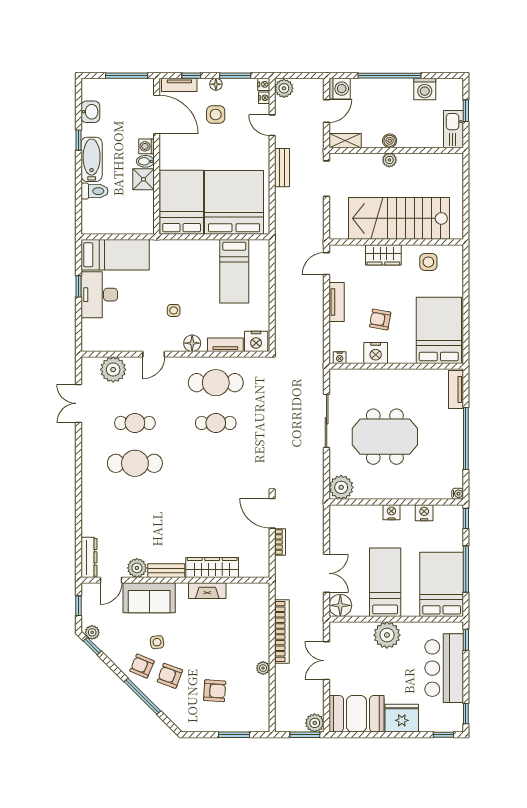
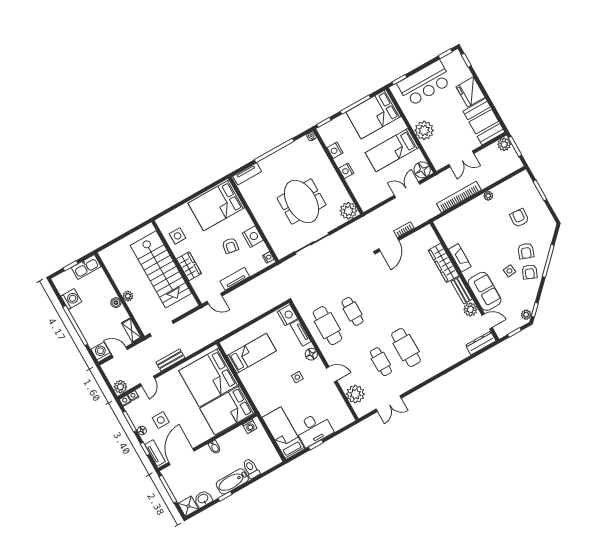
washing machine: (147, 146) -> (250, 426), moved
shower: (143, 179) -> (188, 506), moved

